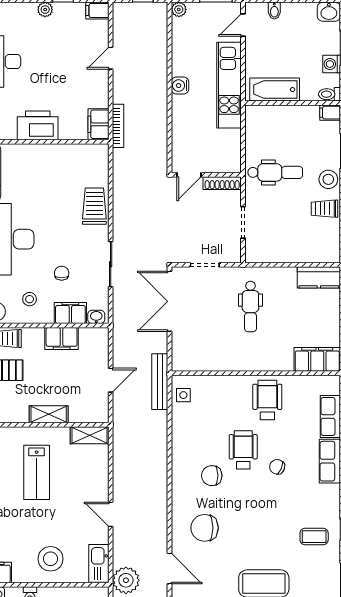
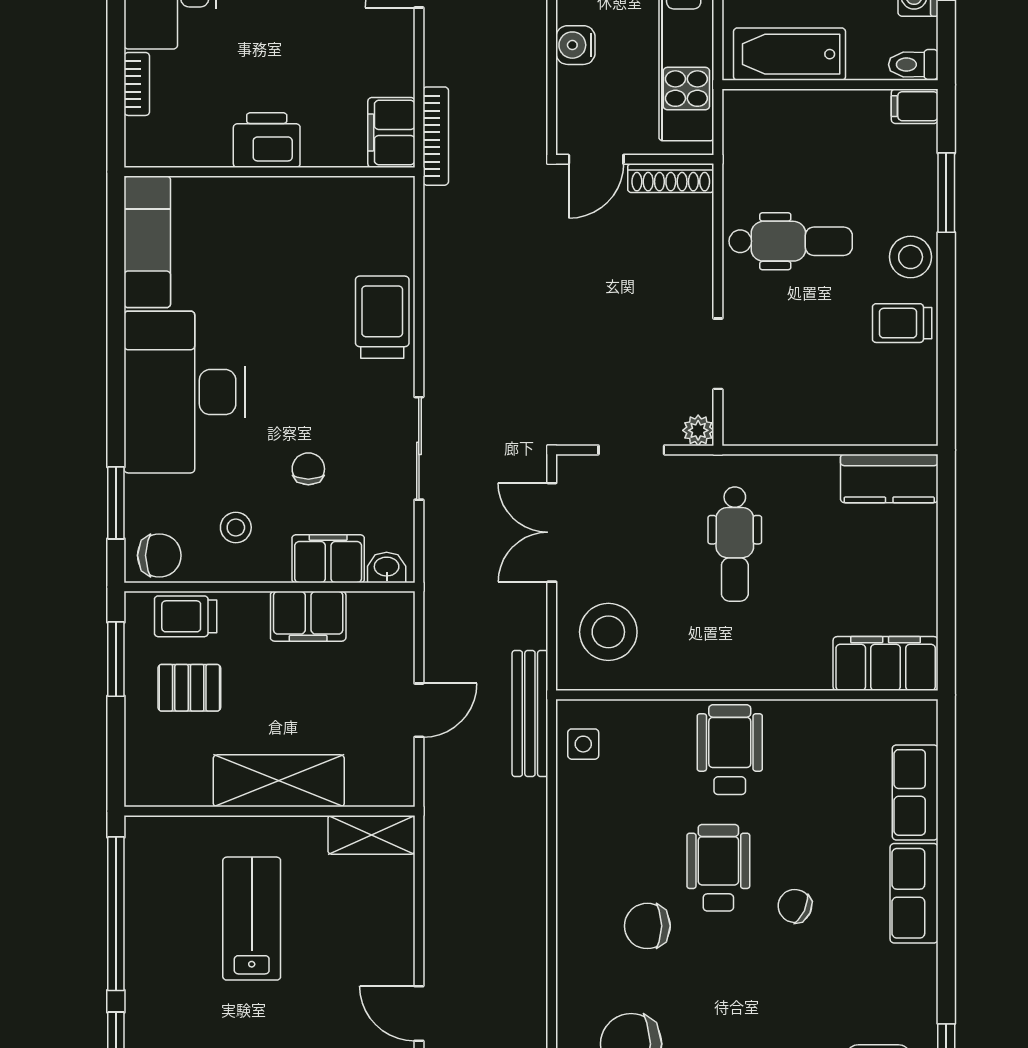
printer: (38, 125) -> (267, 140), width x0.73, depth x0.84
door: (189, 175) -> (596, 159), moved
wall: (206, 175) -> (635, 159), moved
shoe rack: (222, 183) -> (671, 178), moved
plant: (234, 256) -> (698, 430), added
double door: (169, 301) -> (552, 532), width x0.73
stool: (194, 345) -> (608, 632), added
wheelchair: (267, 400) -> (730, 750), moved
shelving: (49, 414) -> (279, 781), width x1.50, depth x1.33
lab bench: (37, 472) -> (252, 919), turned 180

